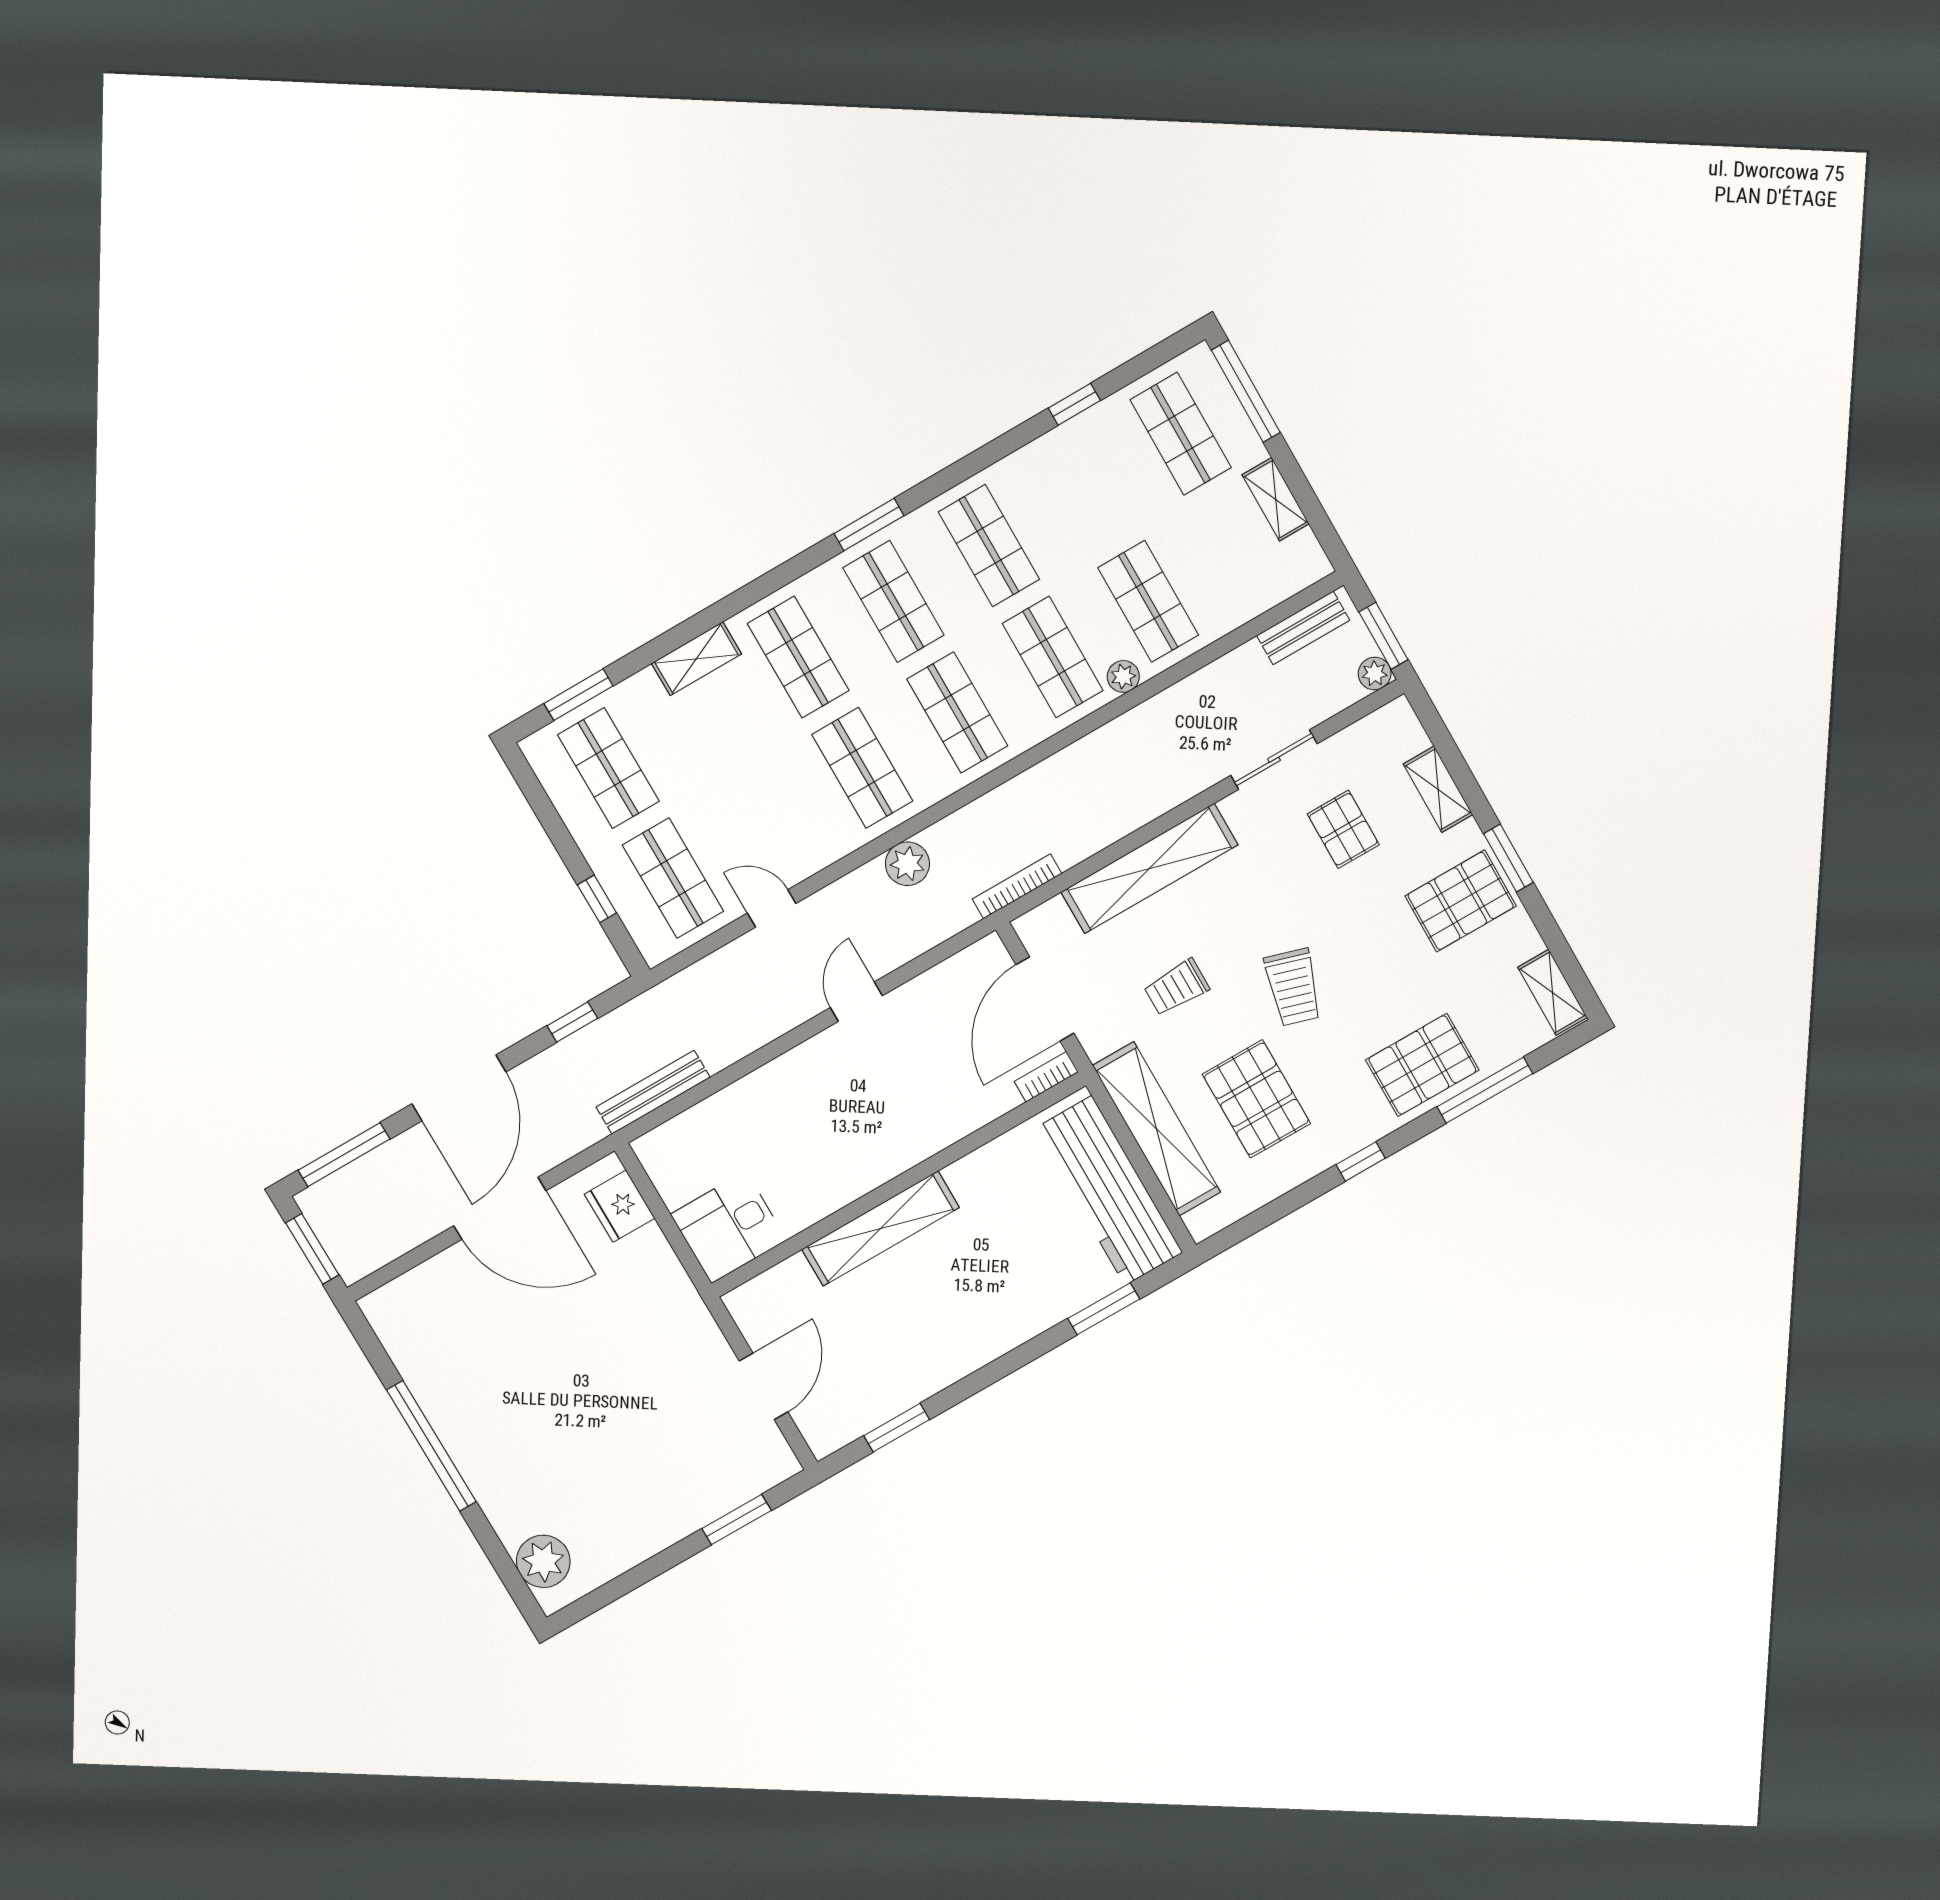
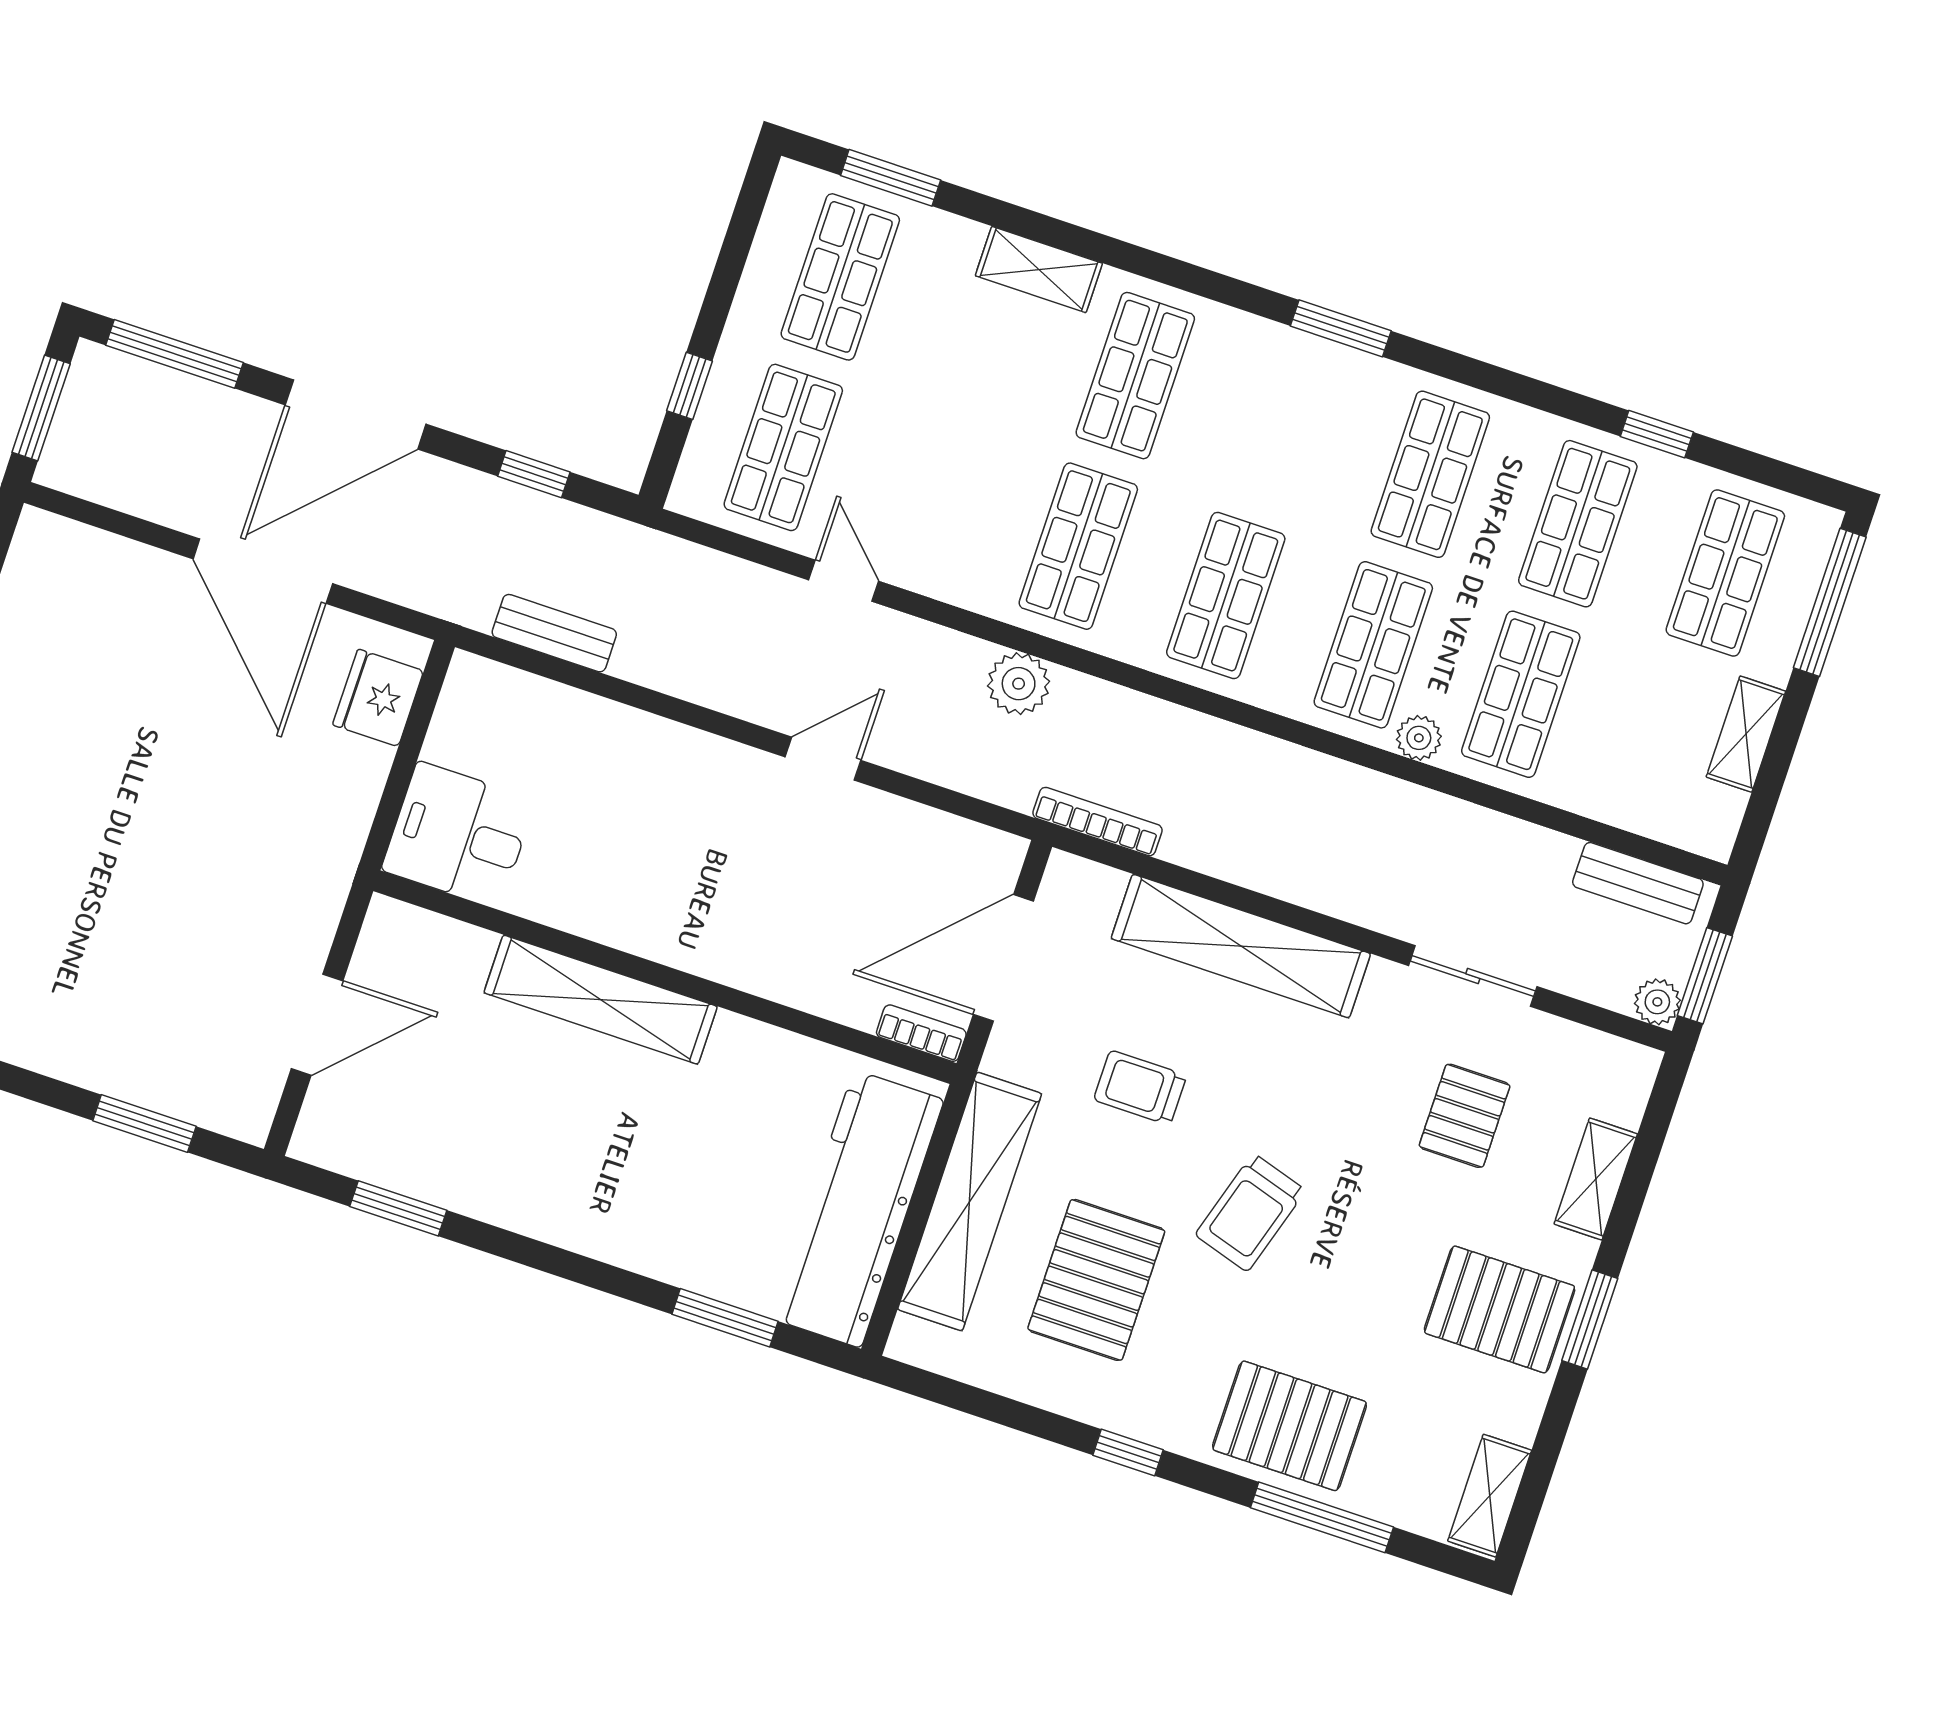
shop shelf: (893, 601) -> (1578, 524), moved
bench: (653, 1092) -> (554, 633), width x0.73

